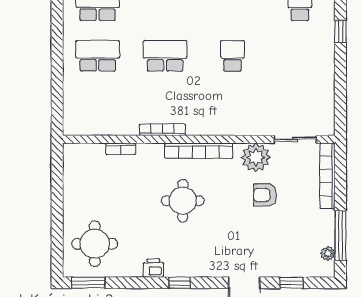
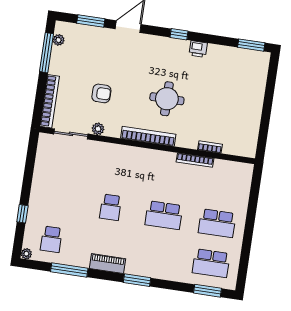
bookcase: (163, 130) -> (195, 160), moved
plant: (256, 157) -> (98, 129), width x0.53, depth x0.53
round table: (95, 244) -> (242, 75), removed
window: (291, 283) -> (91, 21), width x1.50

